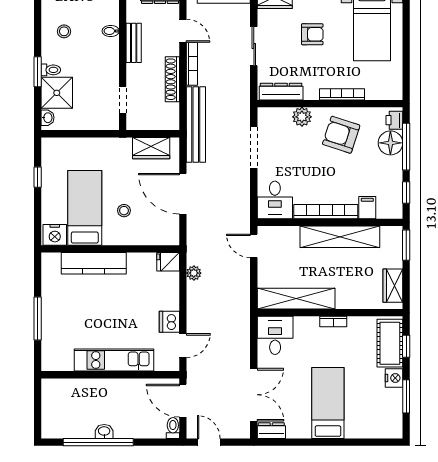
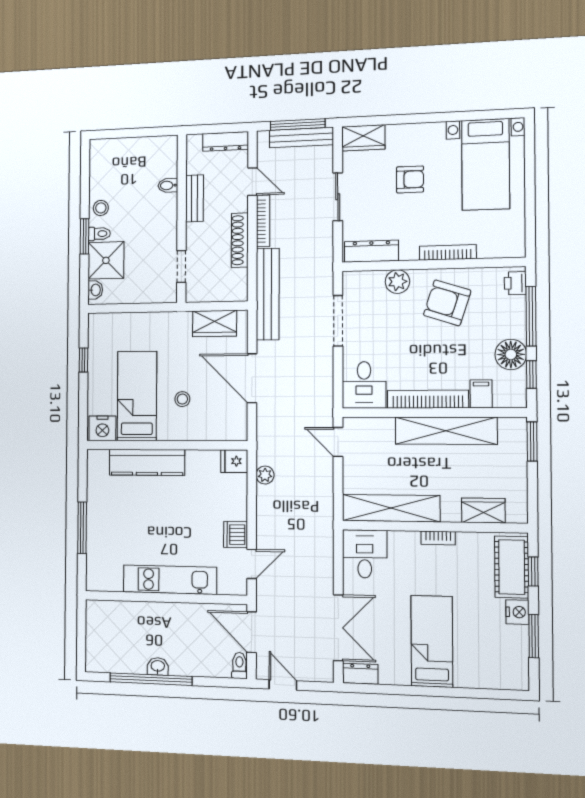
stool: (64, 31) -> (101, 208), moved
floor lamp: (390, 143) -> (511, 354), moved
wardrobe: (393, 286) -> (483, 511), moved, turned 90

